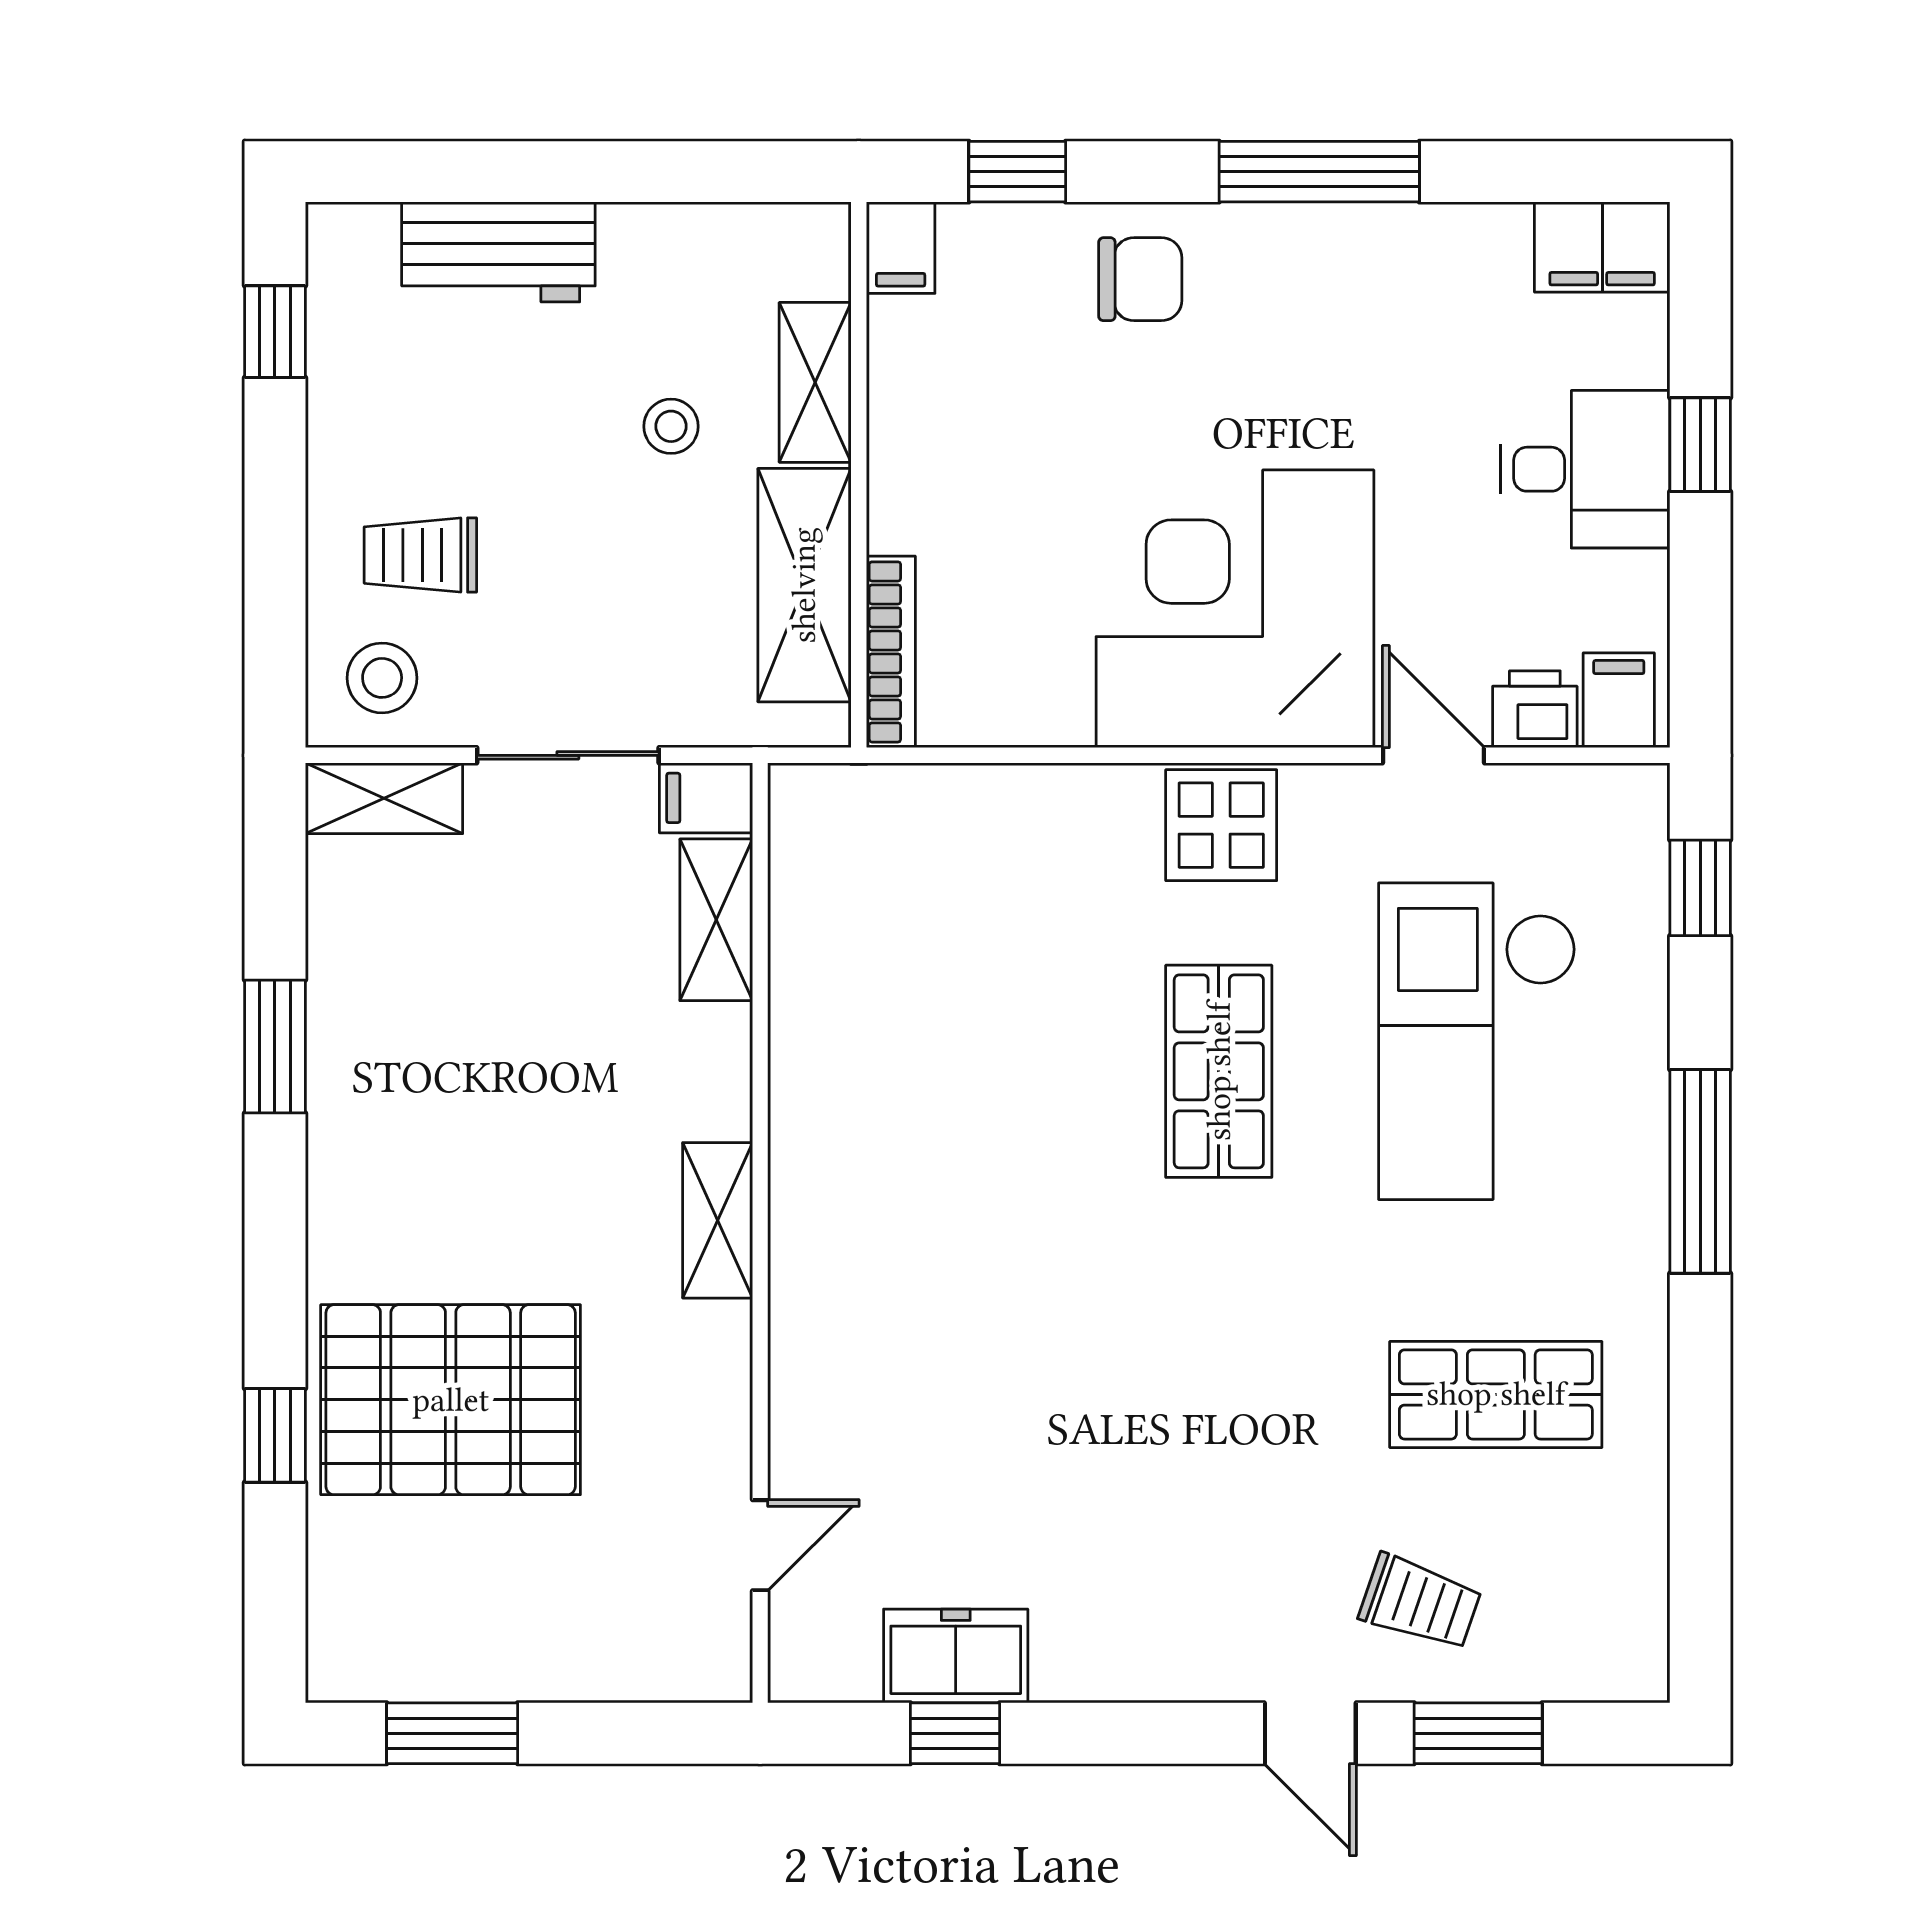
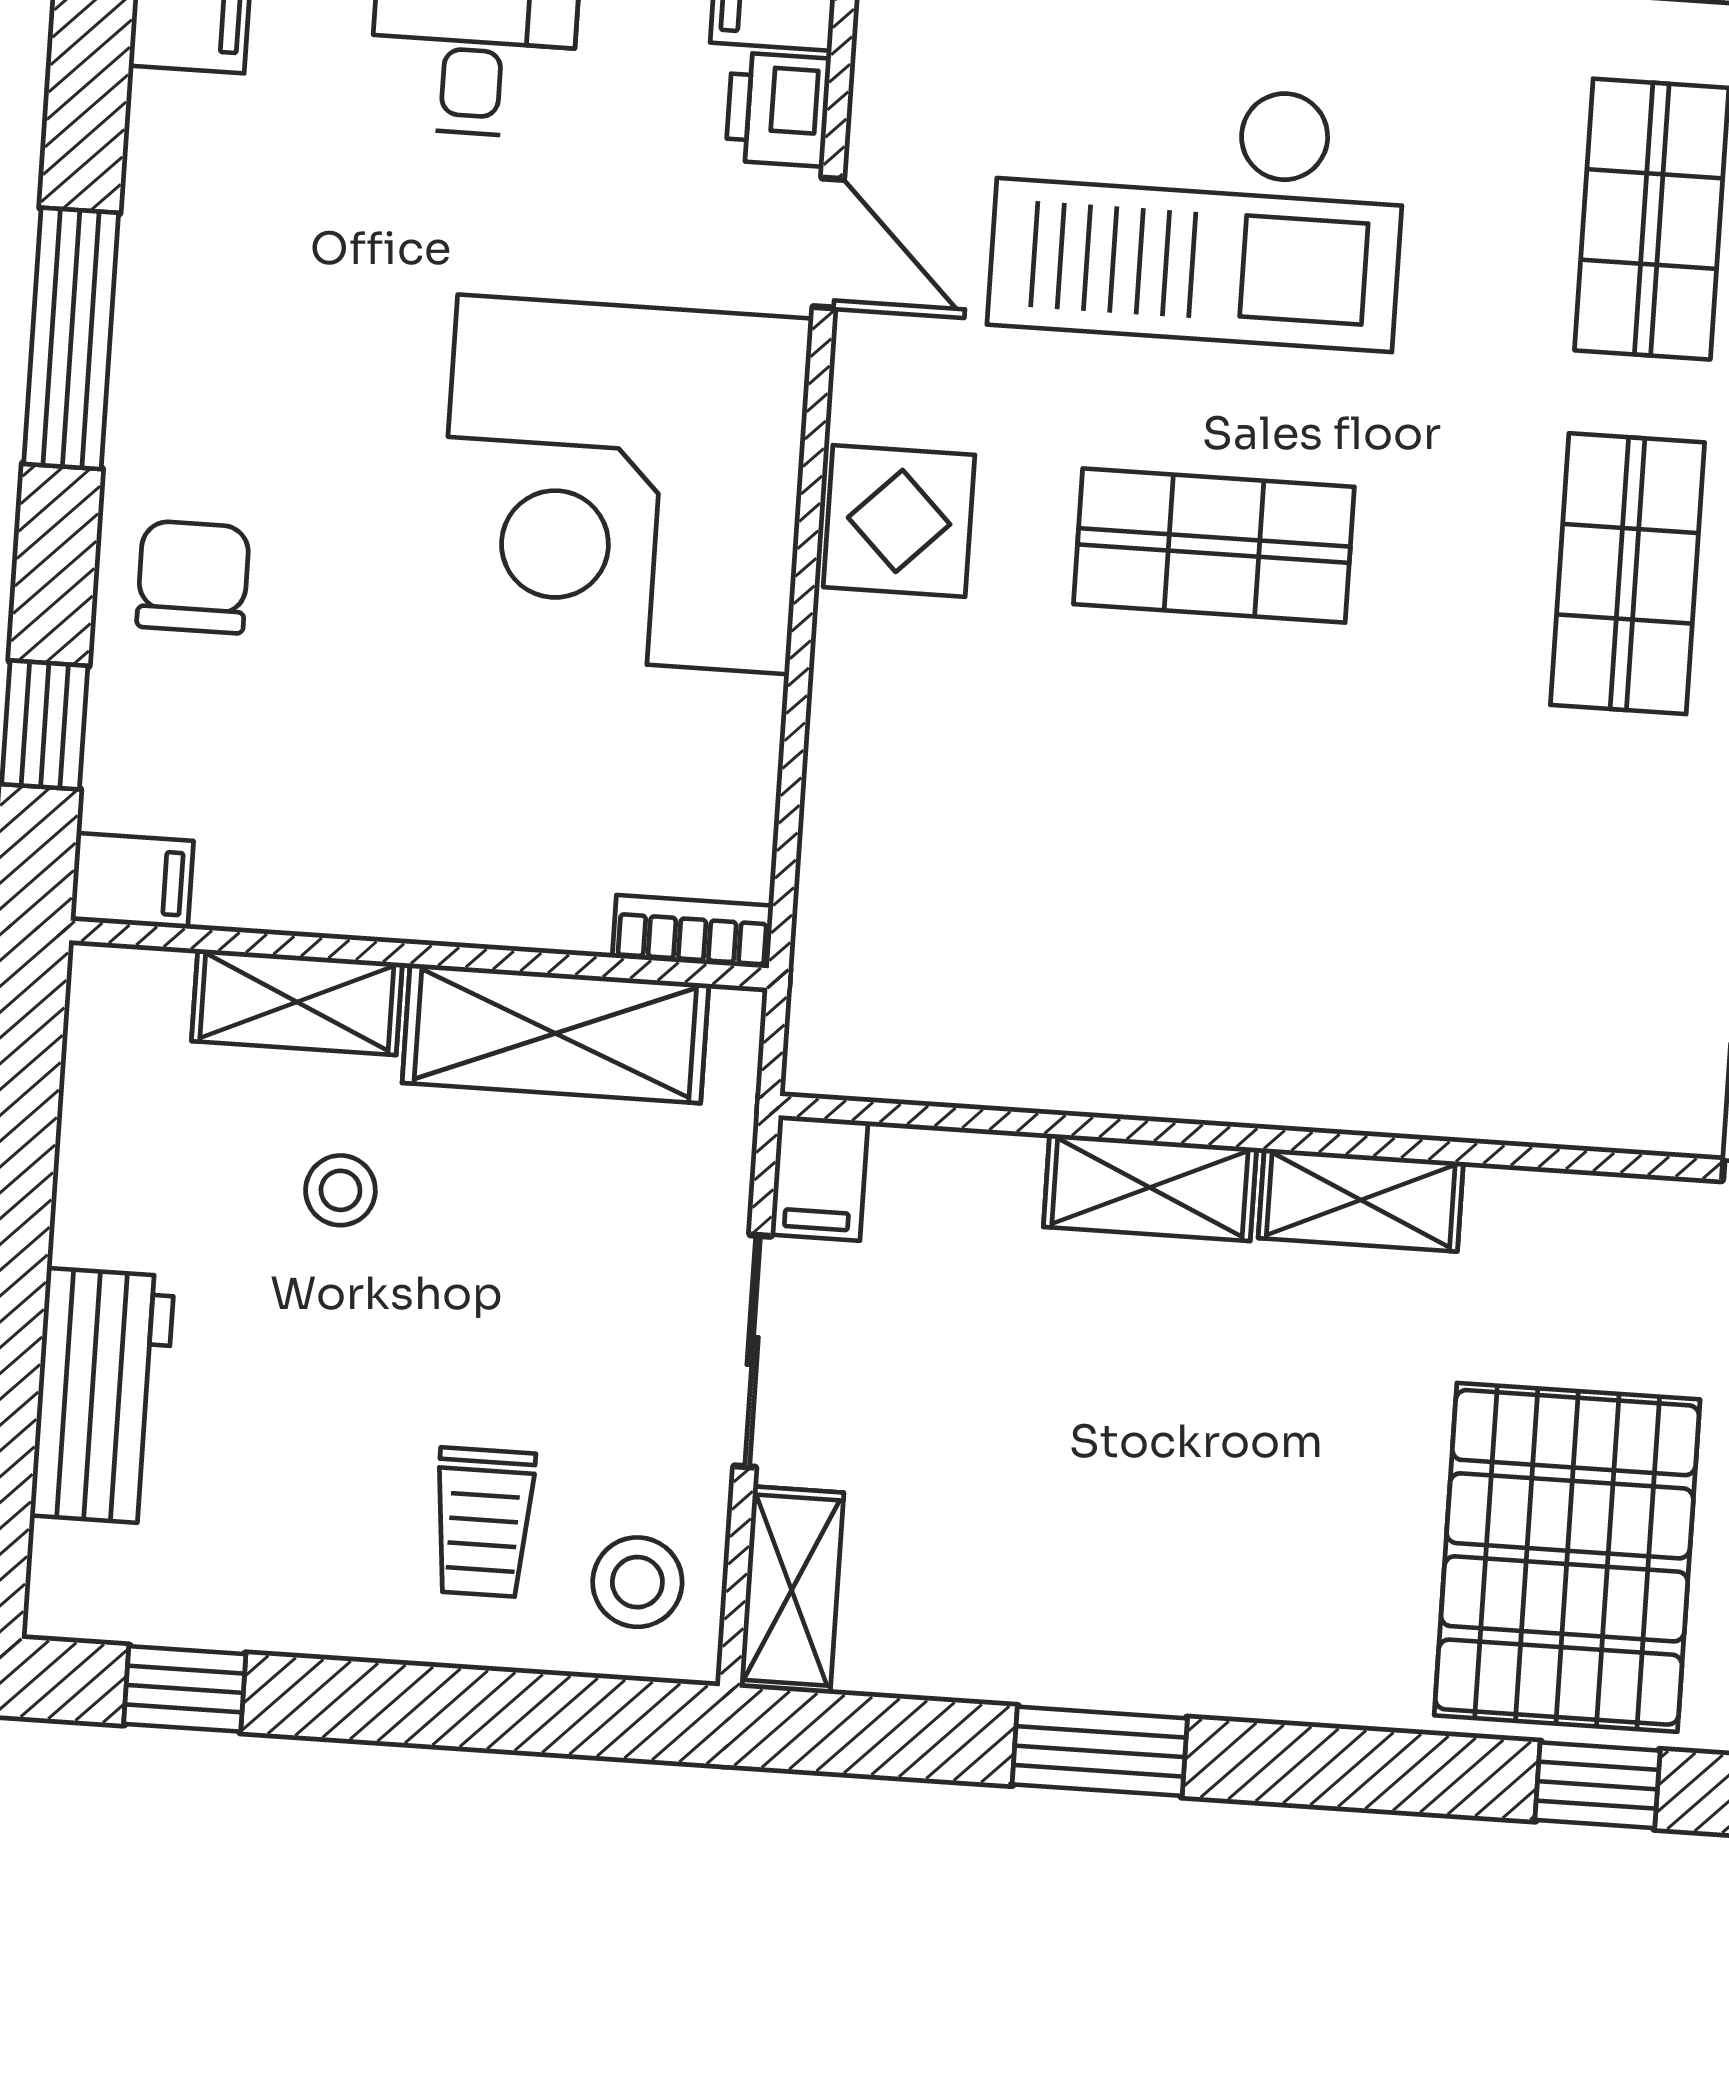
bookcase: (891, 652) -> (693, 932), width x0.64
door: (1434, 755) -> (828, 243), swing flipped
shelving: (716, 920) -> (1150, 1187), moved
shop shelf: (1219, 1394) -> (1627, 574), added

